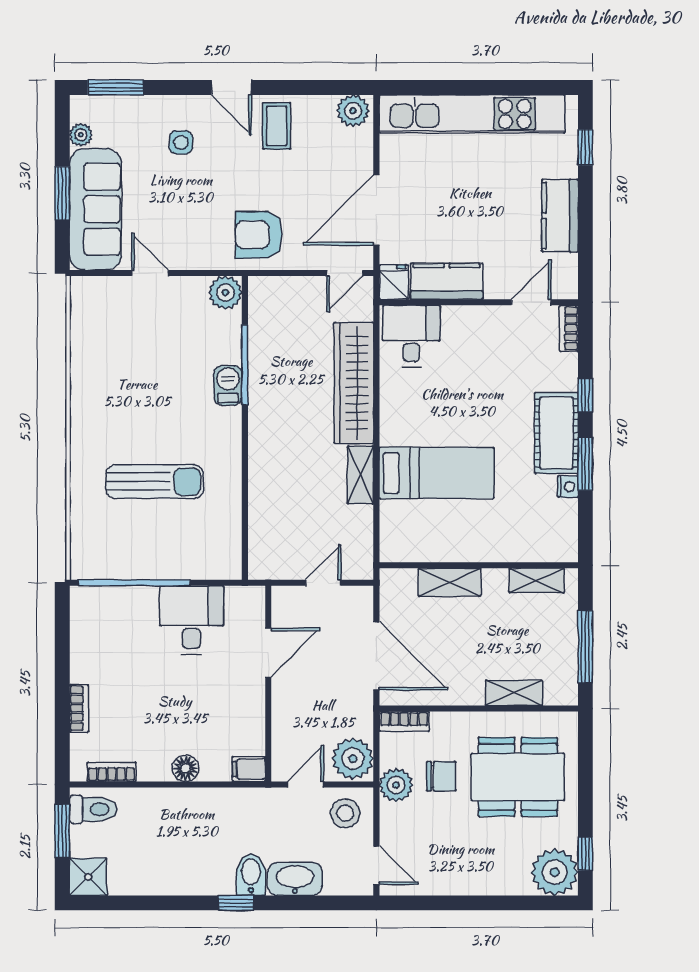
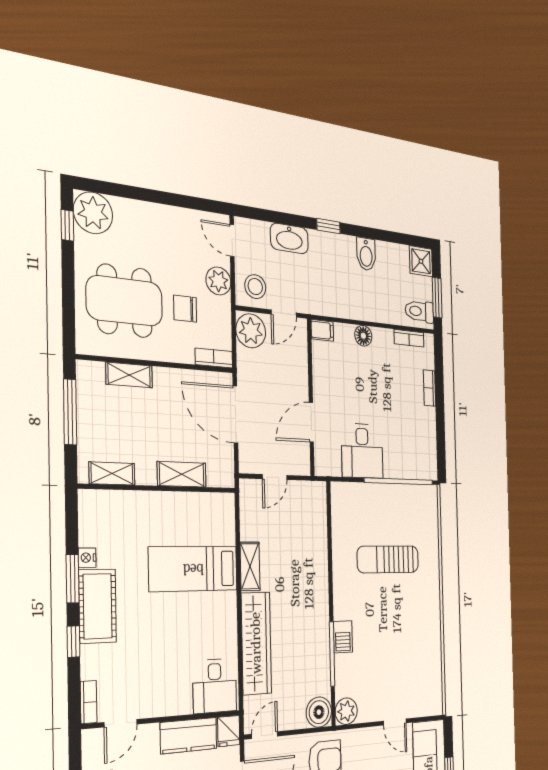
boiler: (266, 294) -> (319, 712), added
plant: (396, 785) -> (218, 281), moved
bidet: (251, 875) -> (366, 254), moved

